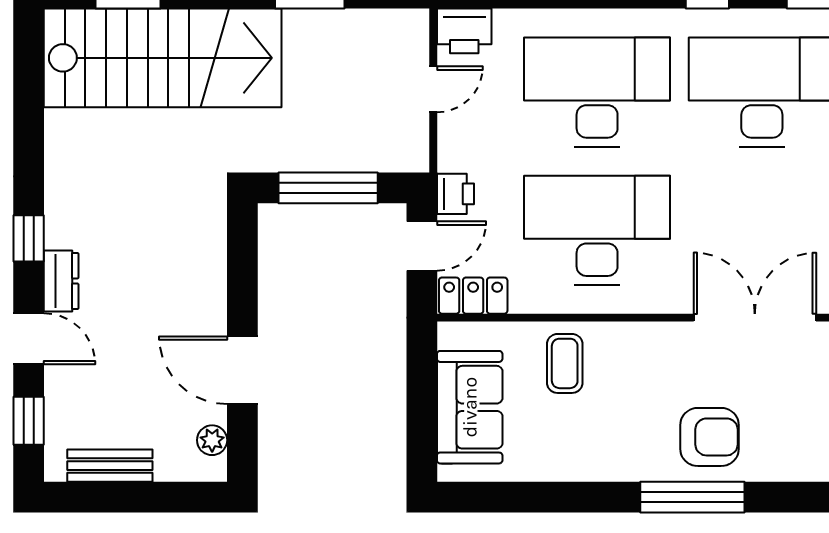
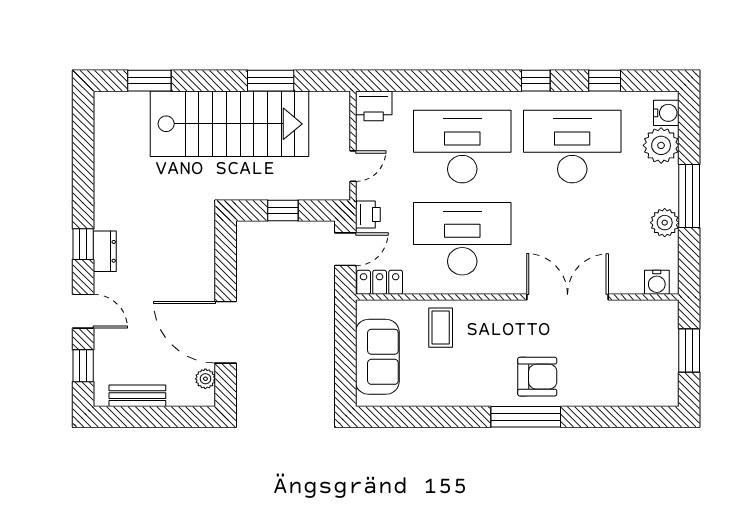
stairs: (163, 58) -> (229, 124), moved
door: (433, 89) -> (353, 166), moved
window: (328, 188) -> (283, 210), width x0.46
dresser: (61, 281) -> (105, 251), moved
door: (242, 370) -> (226, 332), width x1.36

